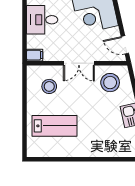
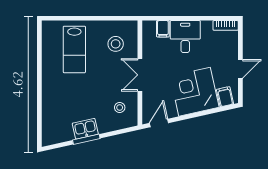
filing cabinet: (35, 55) -> (163, 29), moved
stool: (110, 83) -> (120, 108), width x0.53, depth x0.53

